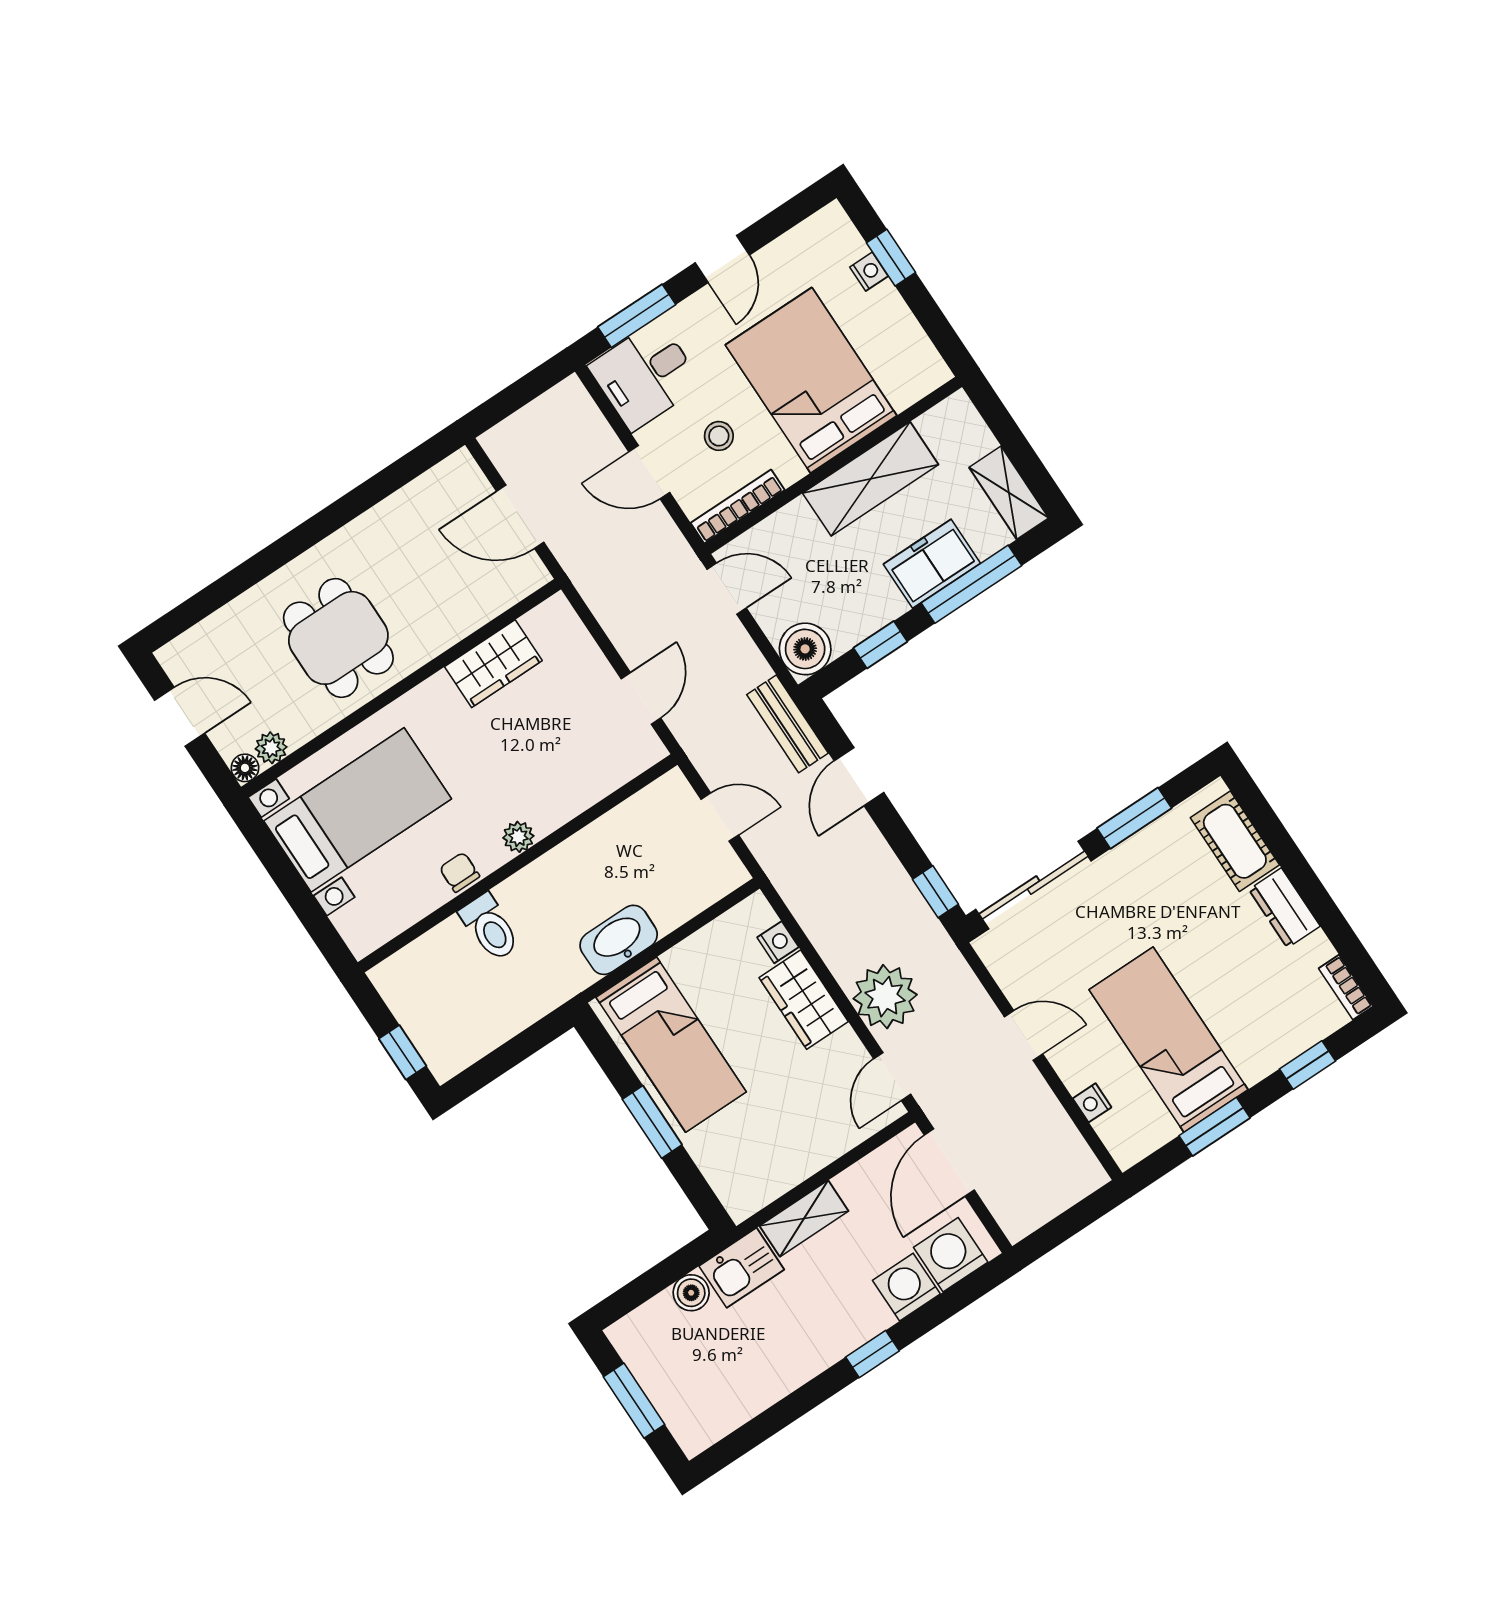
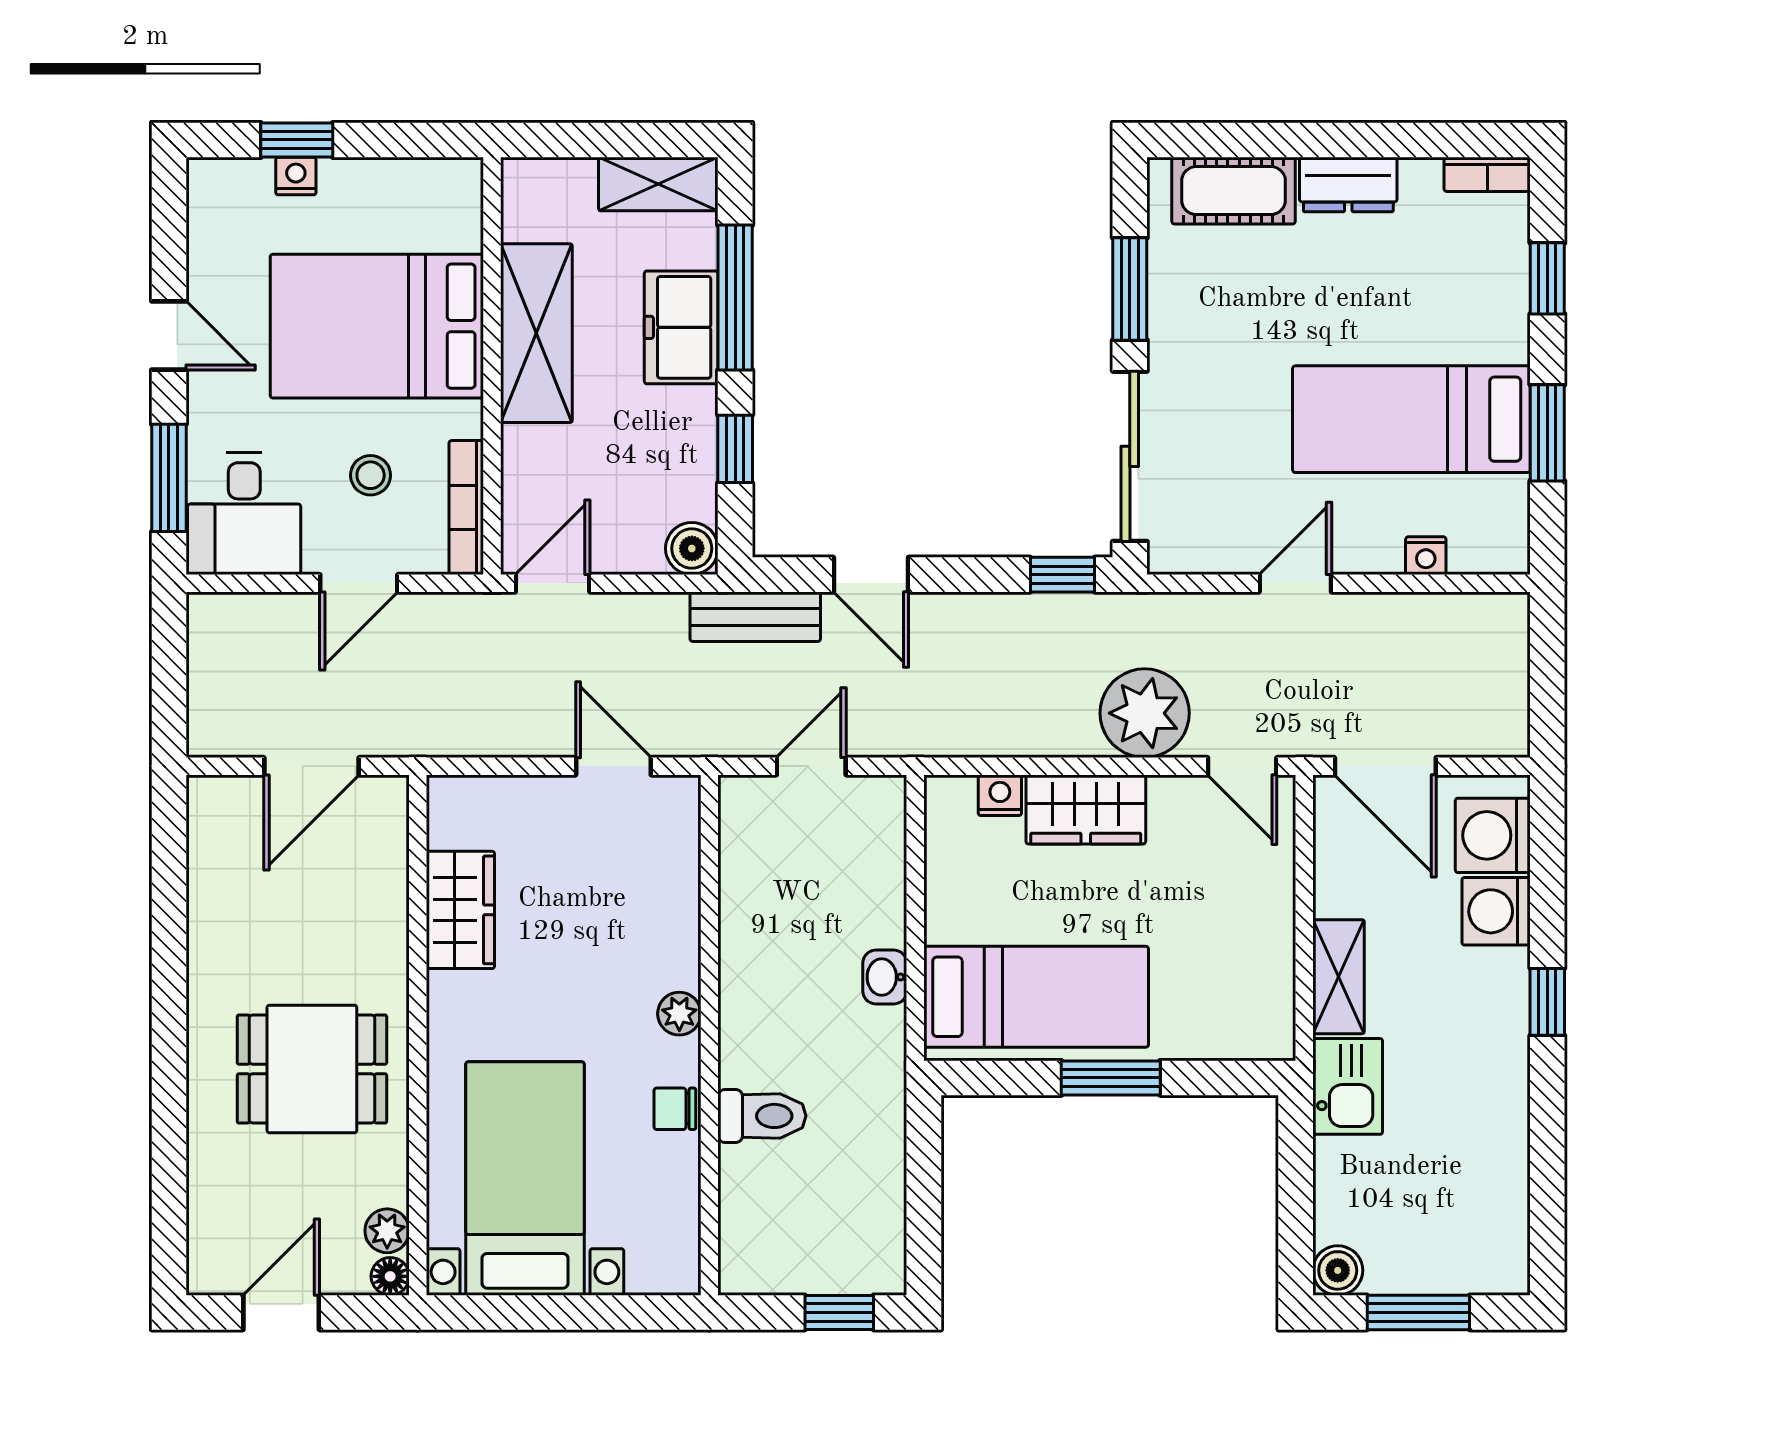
boiler: (805, 649) -> (692, 548), width x0.73, depth x0.73
washbasin: (619, 940) -> (885, 977), width x0.52, depth x0.69
boiler: (691, 1293) -> (1338, 1270), moved

